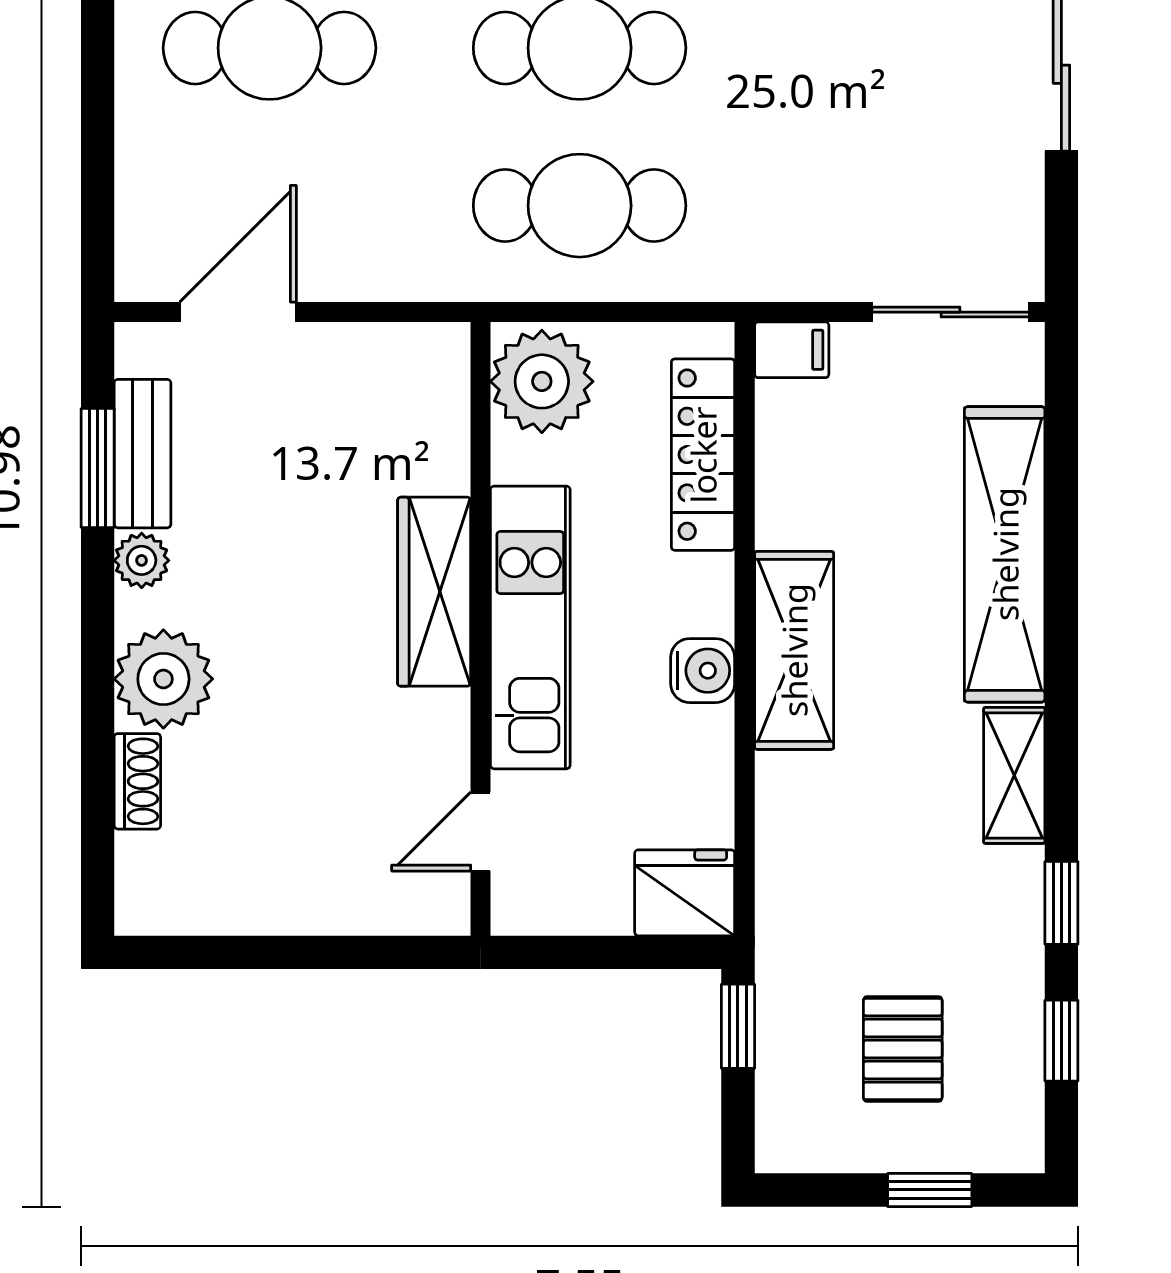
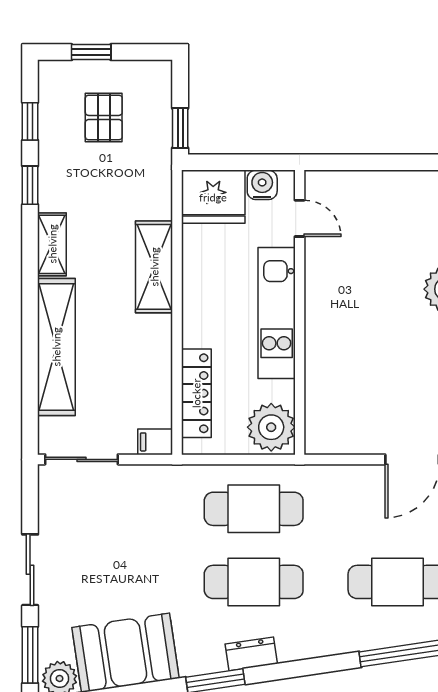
wardrobe: (434, 592) -> (321, 330), removed
shelving: (794, 650) -> (154, 267), moved
water cooler: (703, 671) -> (262, 185), moved, turned 90
door: (481, 832) -> (300, 218), hinge flipped
fridge: (685, 893) -> (213, 197), width x1.36, depth x1.34

